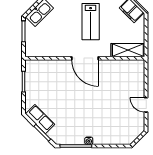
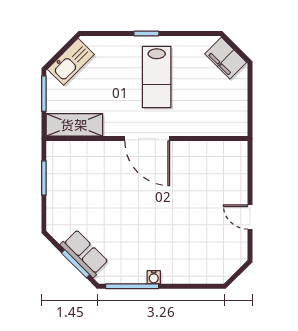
shelving: (128, 50) -> (74, 125), moved
row of seats: (40, 119) -> (84, 253), moved

